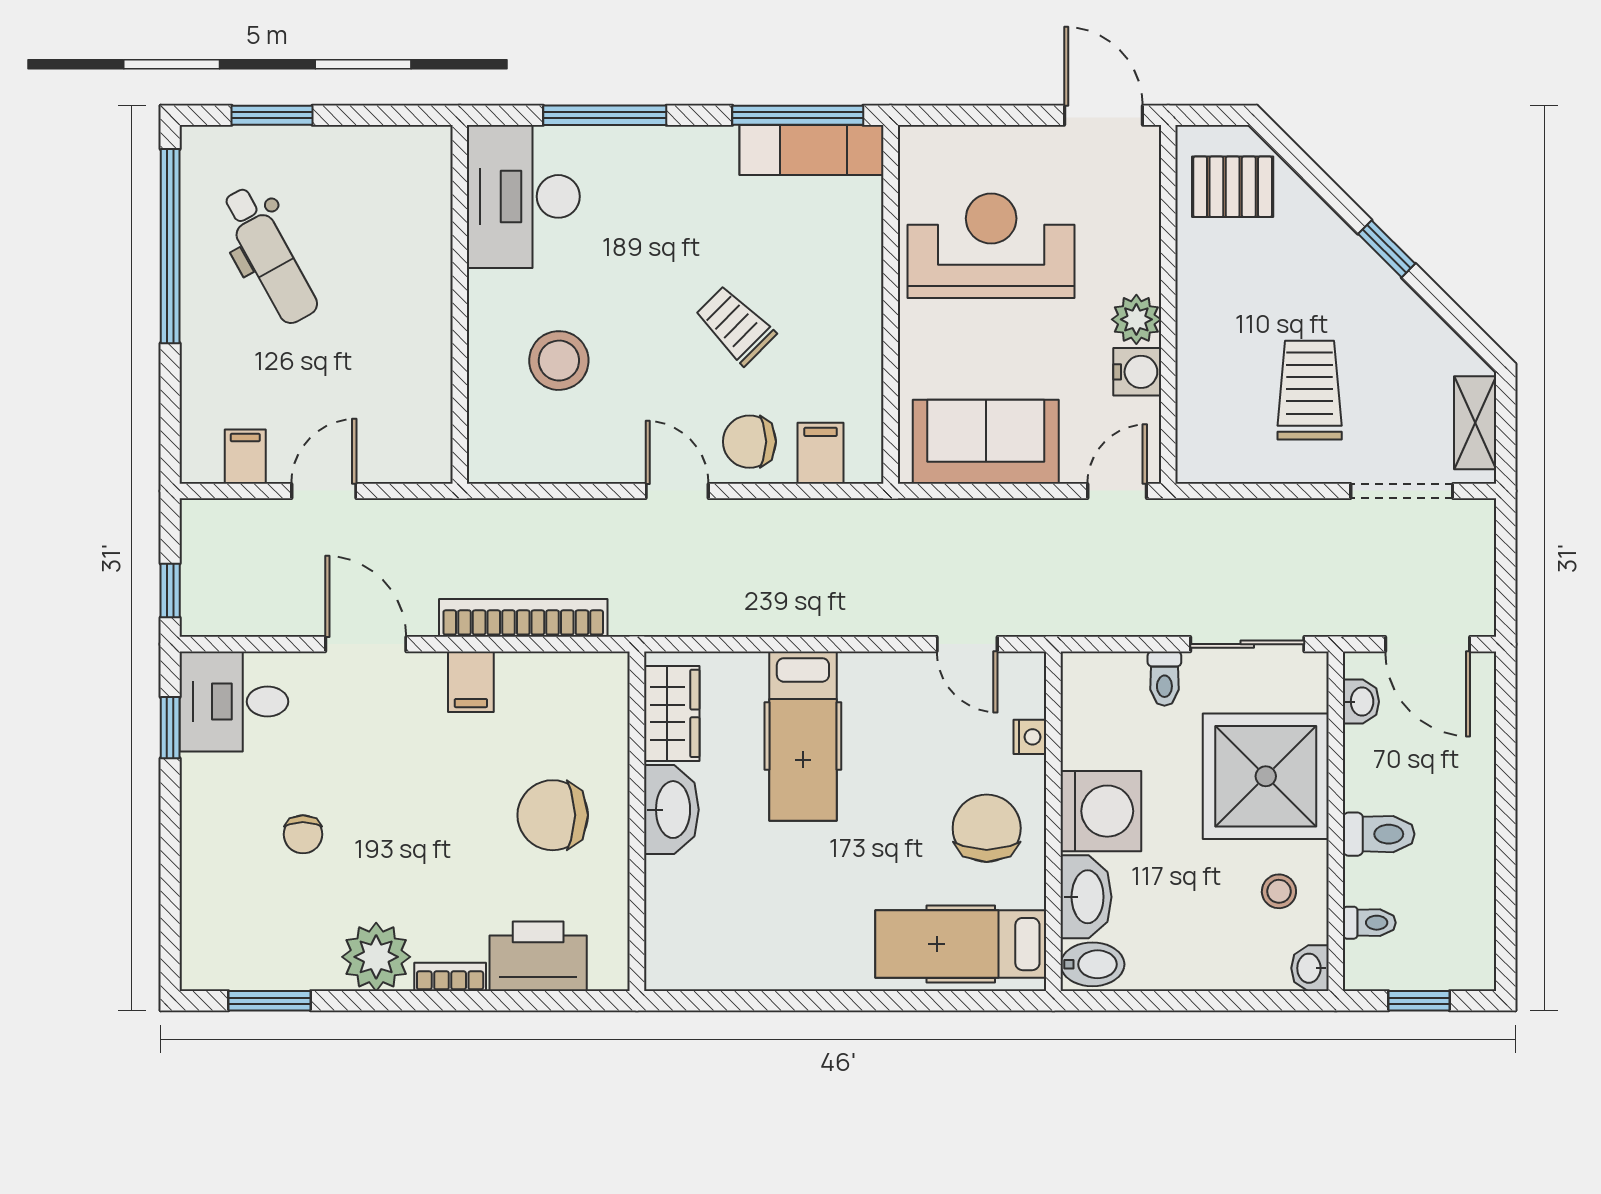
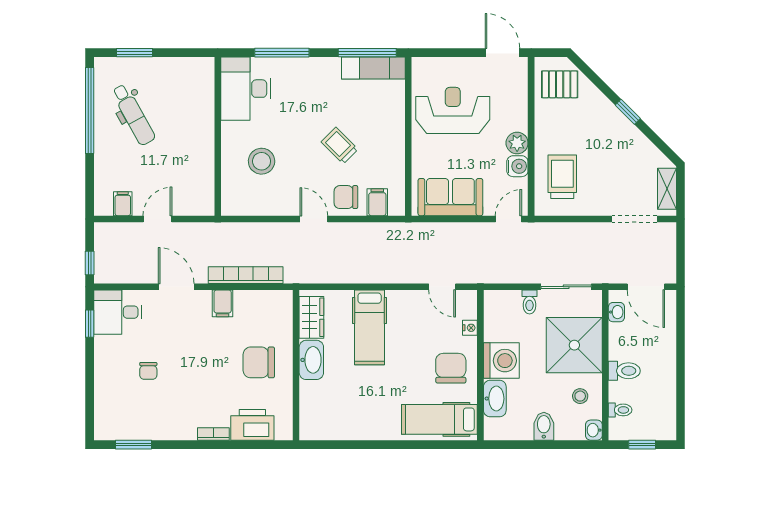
trolley: (1310, 390) -> (562, 177), moved
plant: (376, 957) -> (181, 425), removed
bidet: (1092, 964) -> (544, 426), moved, turned -90

